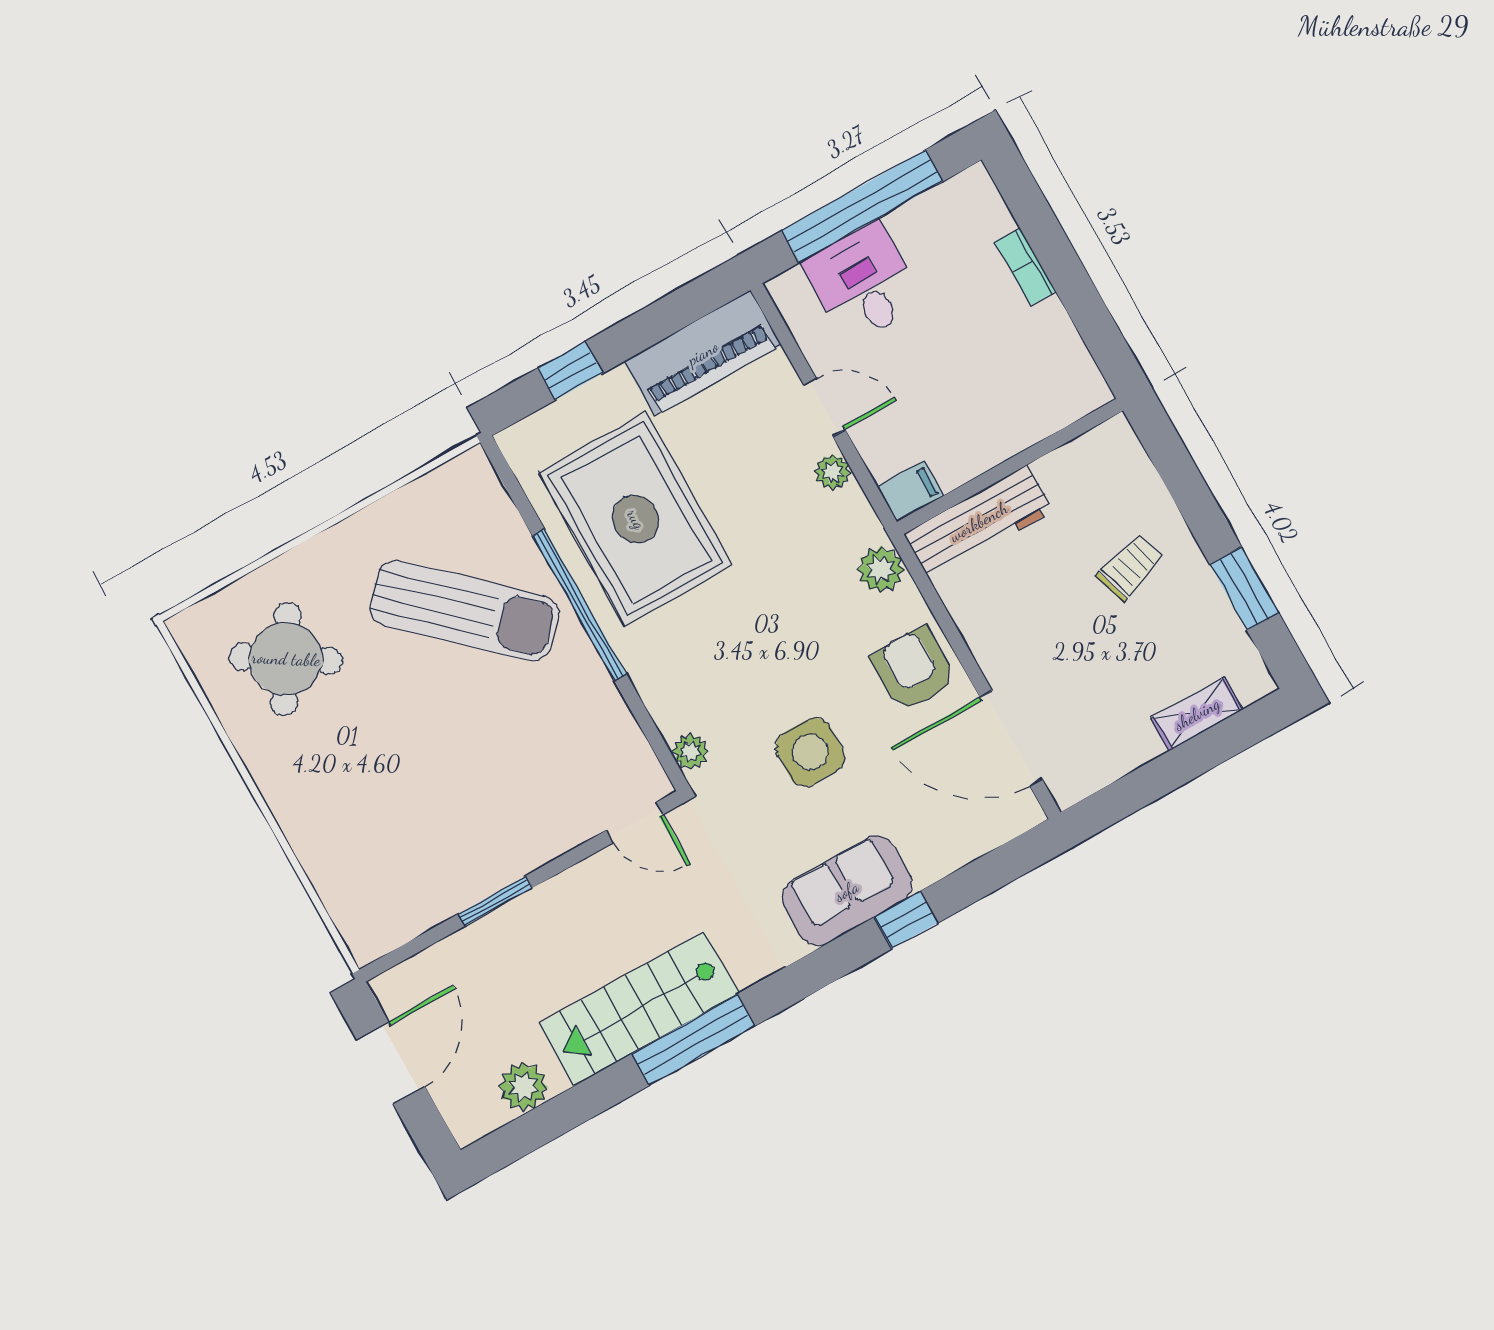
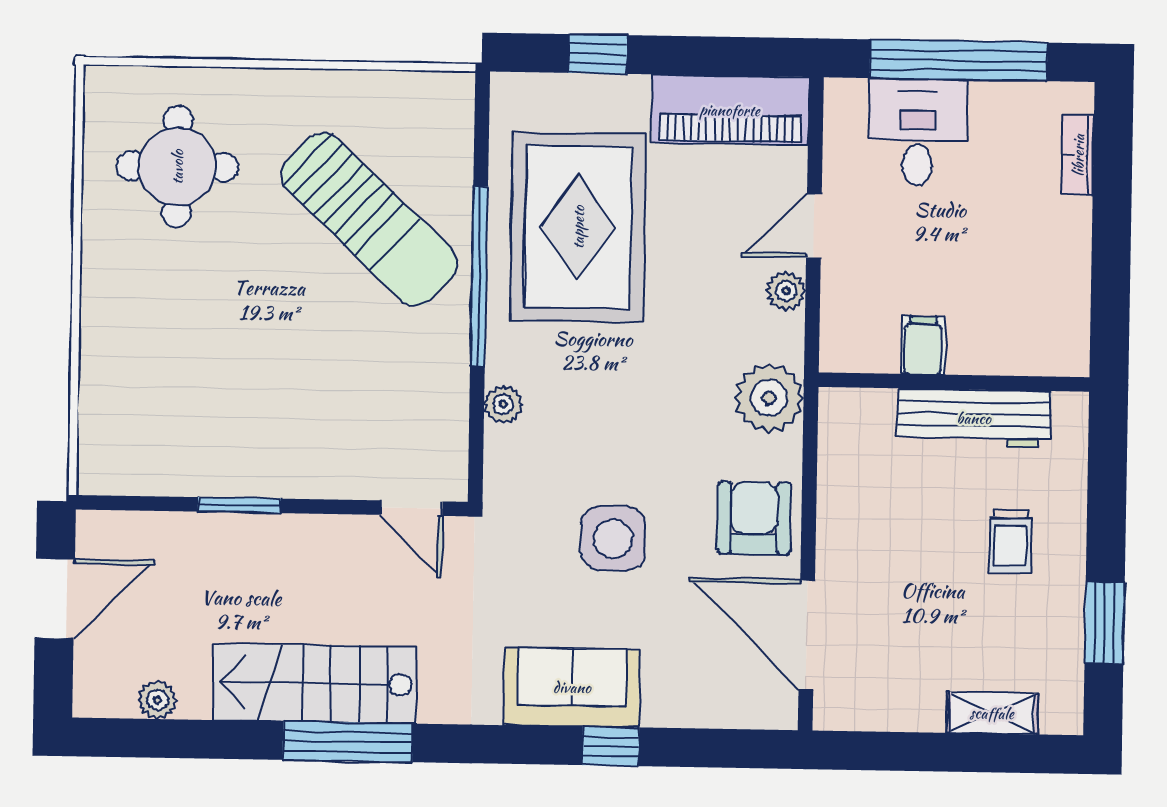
bookcase: (1025, 267) -> (1078, 155), moved
door: (824, 407) -> (814, 226), swing flipped
filing cabinet: (911, 491) -> (923, 345), moved, turned -90
workbench: (979, 522) -> (974, 418), moved
trolley: (1130, 567) -> (1010, 541), turned 107
plant: (881, 569) -> (769, 398), width x1.36, depth x1.36
round table: (286, 659) -> (177, 167), turned -32
plant: (690, 752) -> (503, 404), moved
plant: (523, 1087) -> (157, 700), width x0.73, depth x0.73

